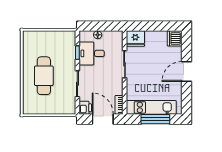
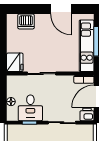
dishwasher: (175, 38) -> (26, 21), moved
door: (186, 71) -> (61, 9), moved

